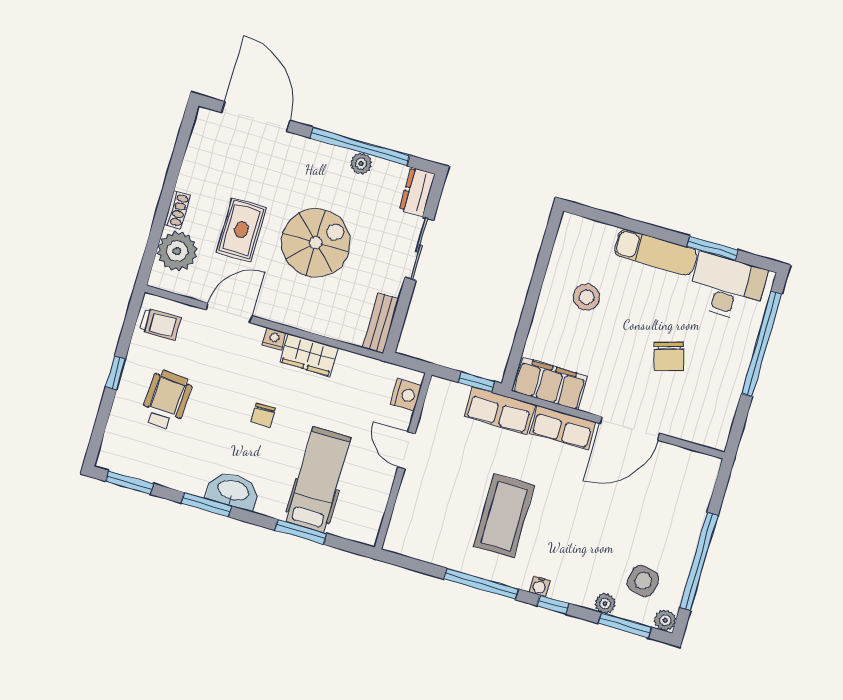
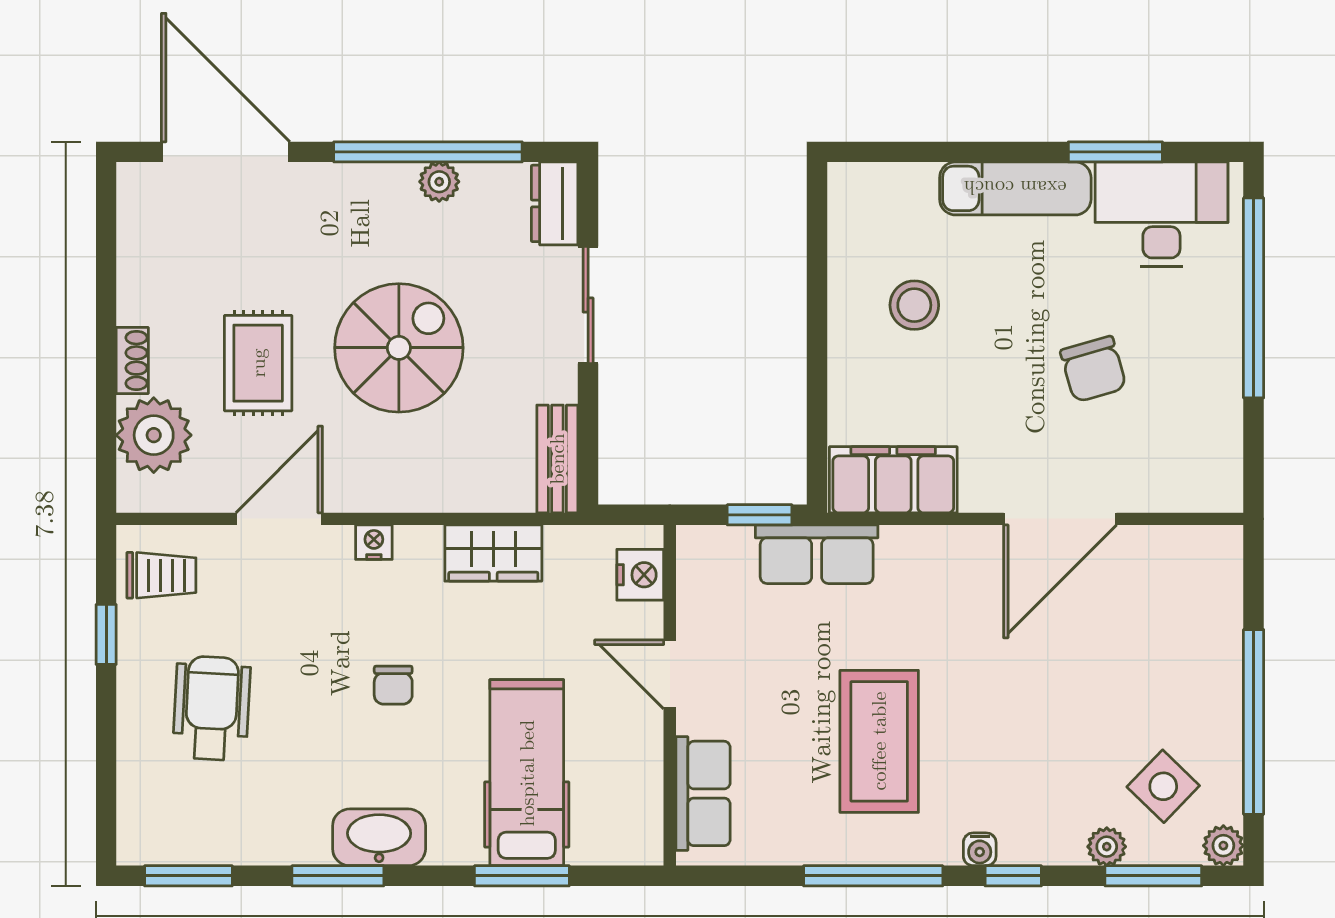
wardrobe: (309, 355) -> (493, 553), moved
window: (116, 373) -> (106, 634), moved
row of seats: (563, 428) -> (703, 793), moved, turned -90
side table: (643, 581) -> (1163, 786), turned 32

